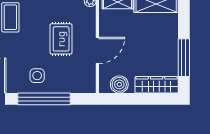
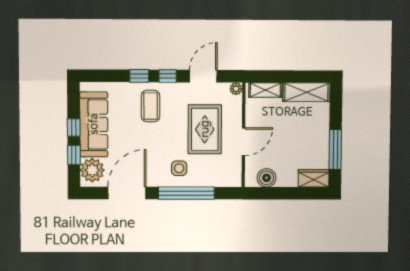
rug: (61, 39) -> (205, 129), width x1.36, depth x1.43
wardrobe: (157, 85) -> (314, 178), width x0.67

